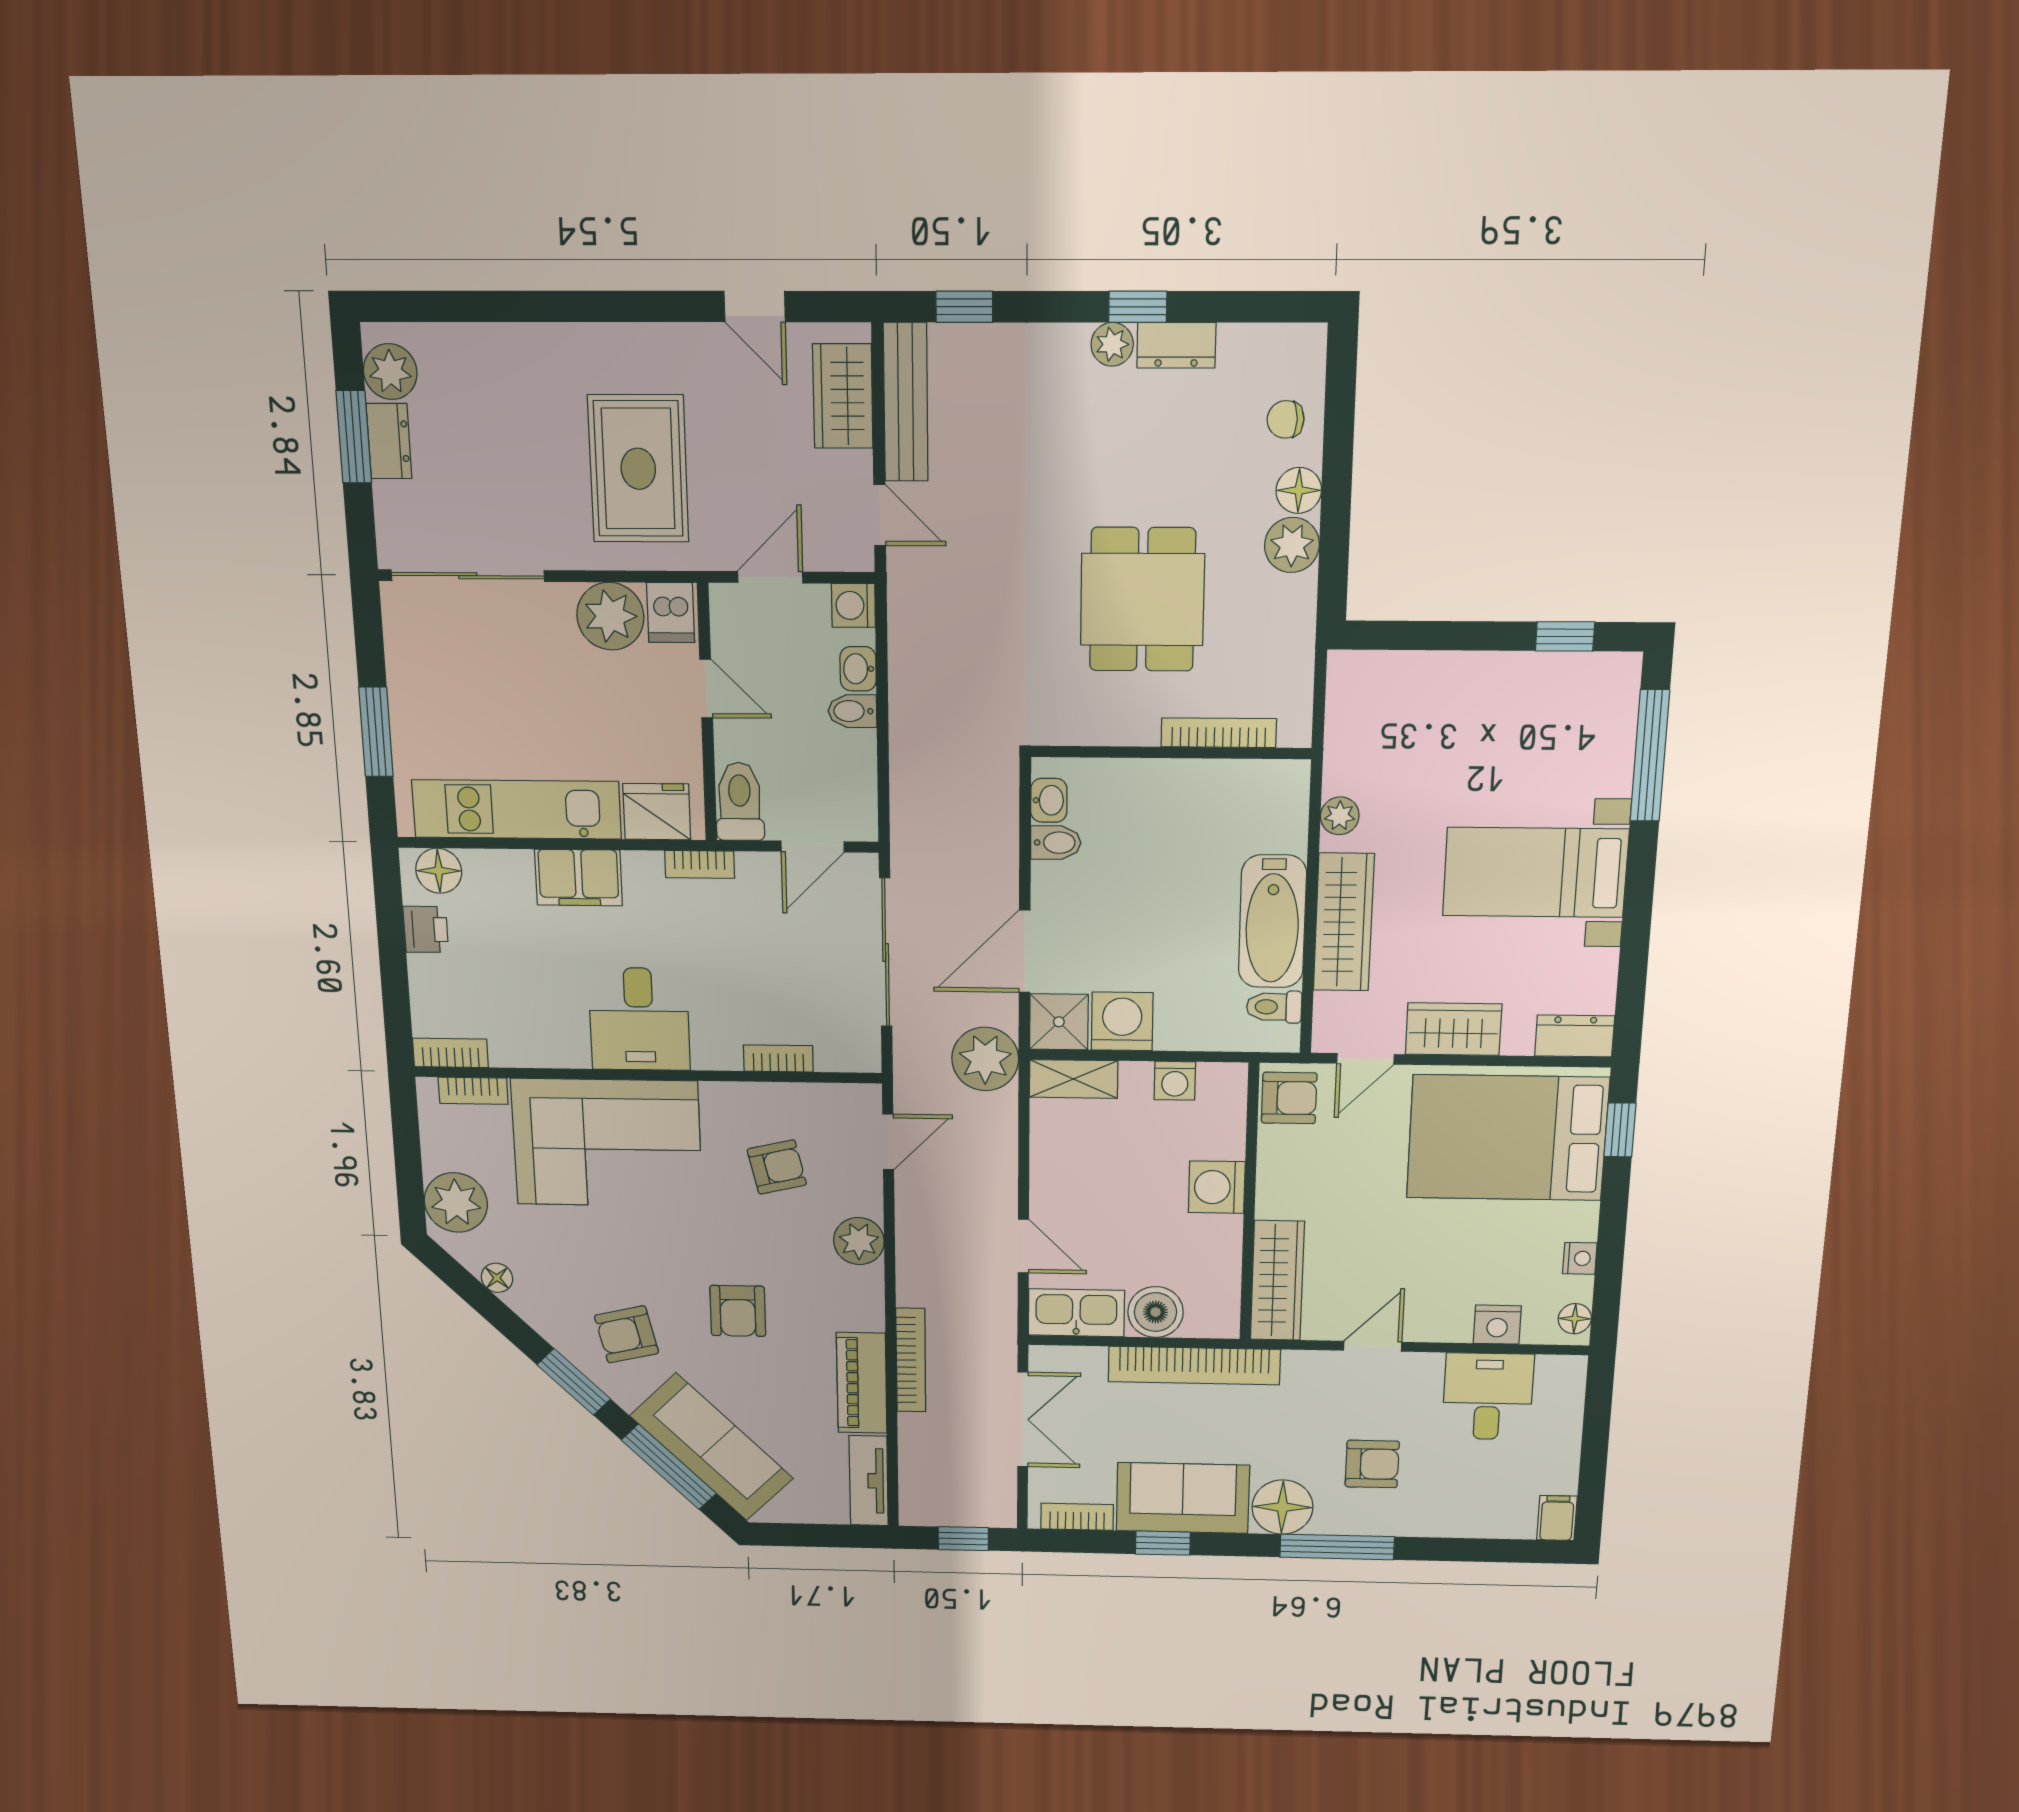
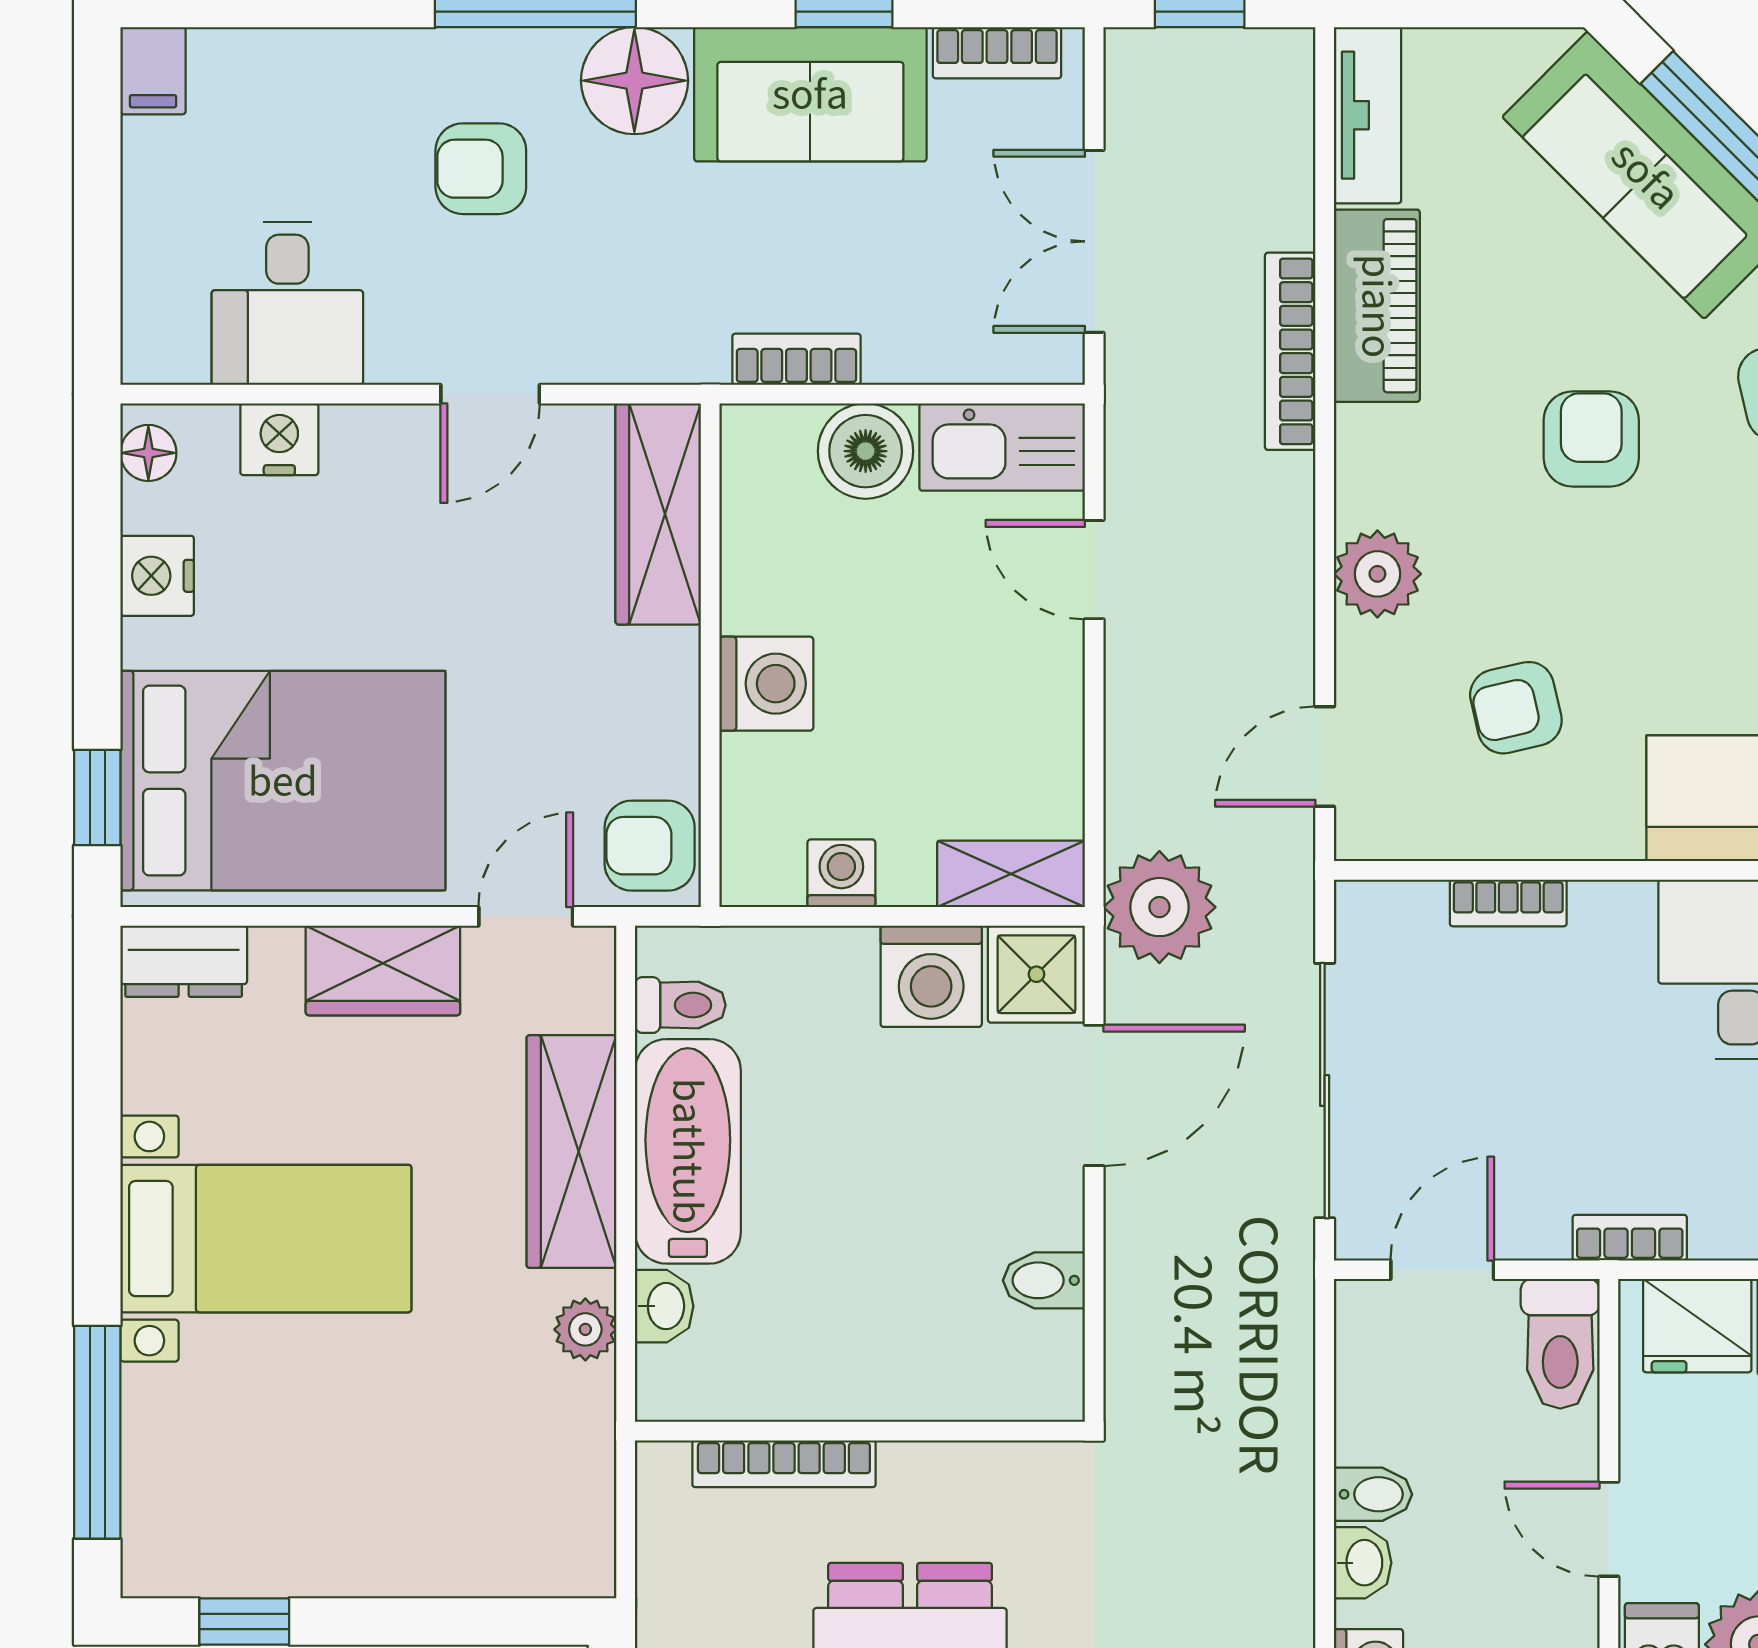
washbasin: (1049, 800) -> (664, 1306), moved, turned 180
nightstand: (1580, 1258) -> (157, 576), width x1.39, depth x1.35
bookcase: (1194, 1366) -> (796, 359), width x0.43, depth x0.76

